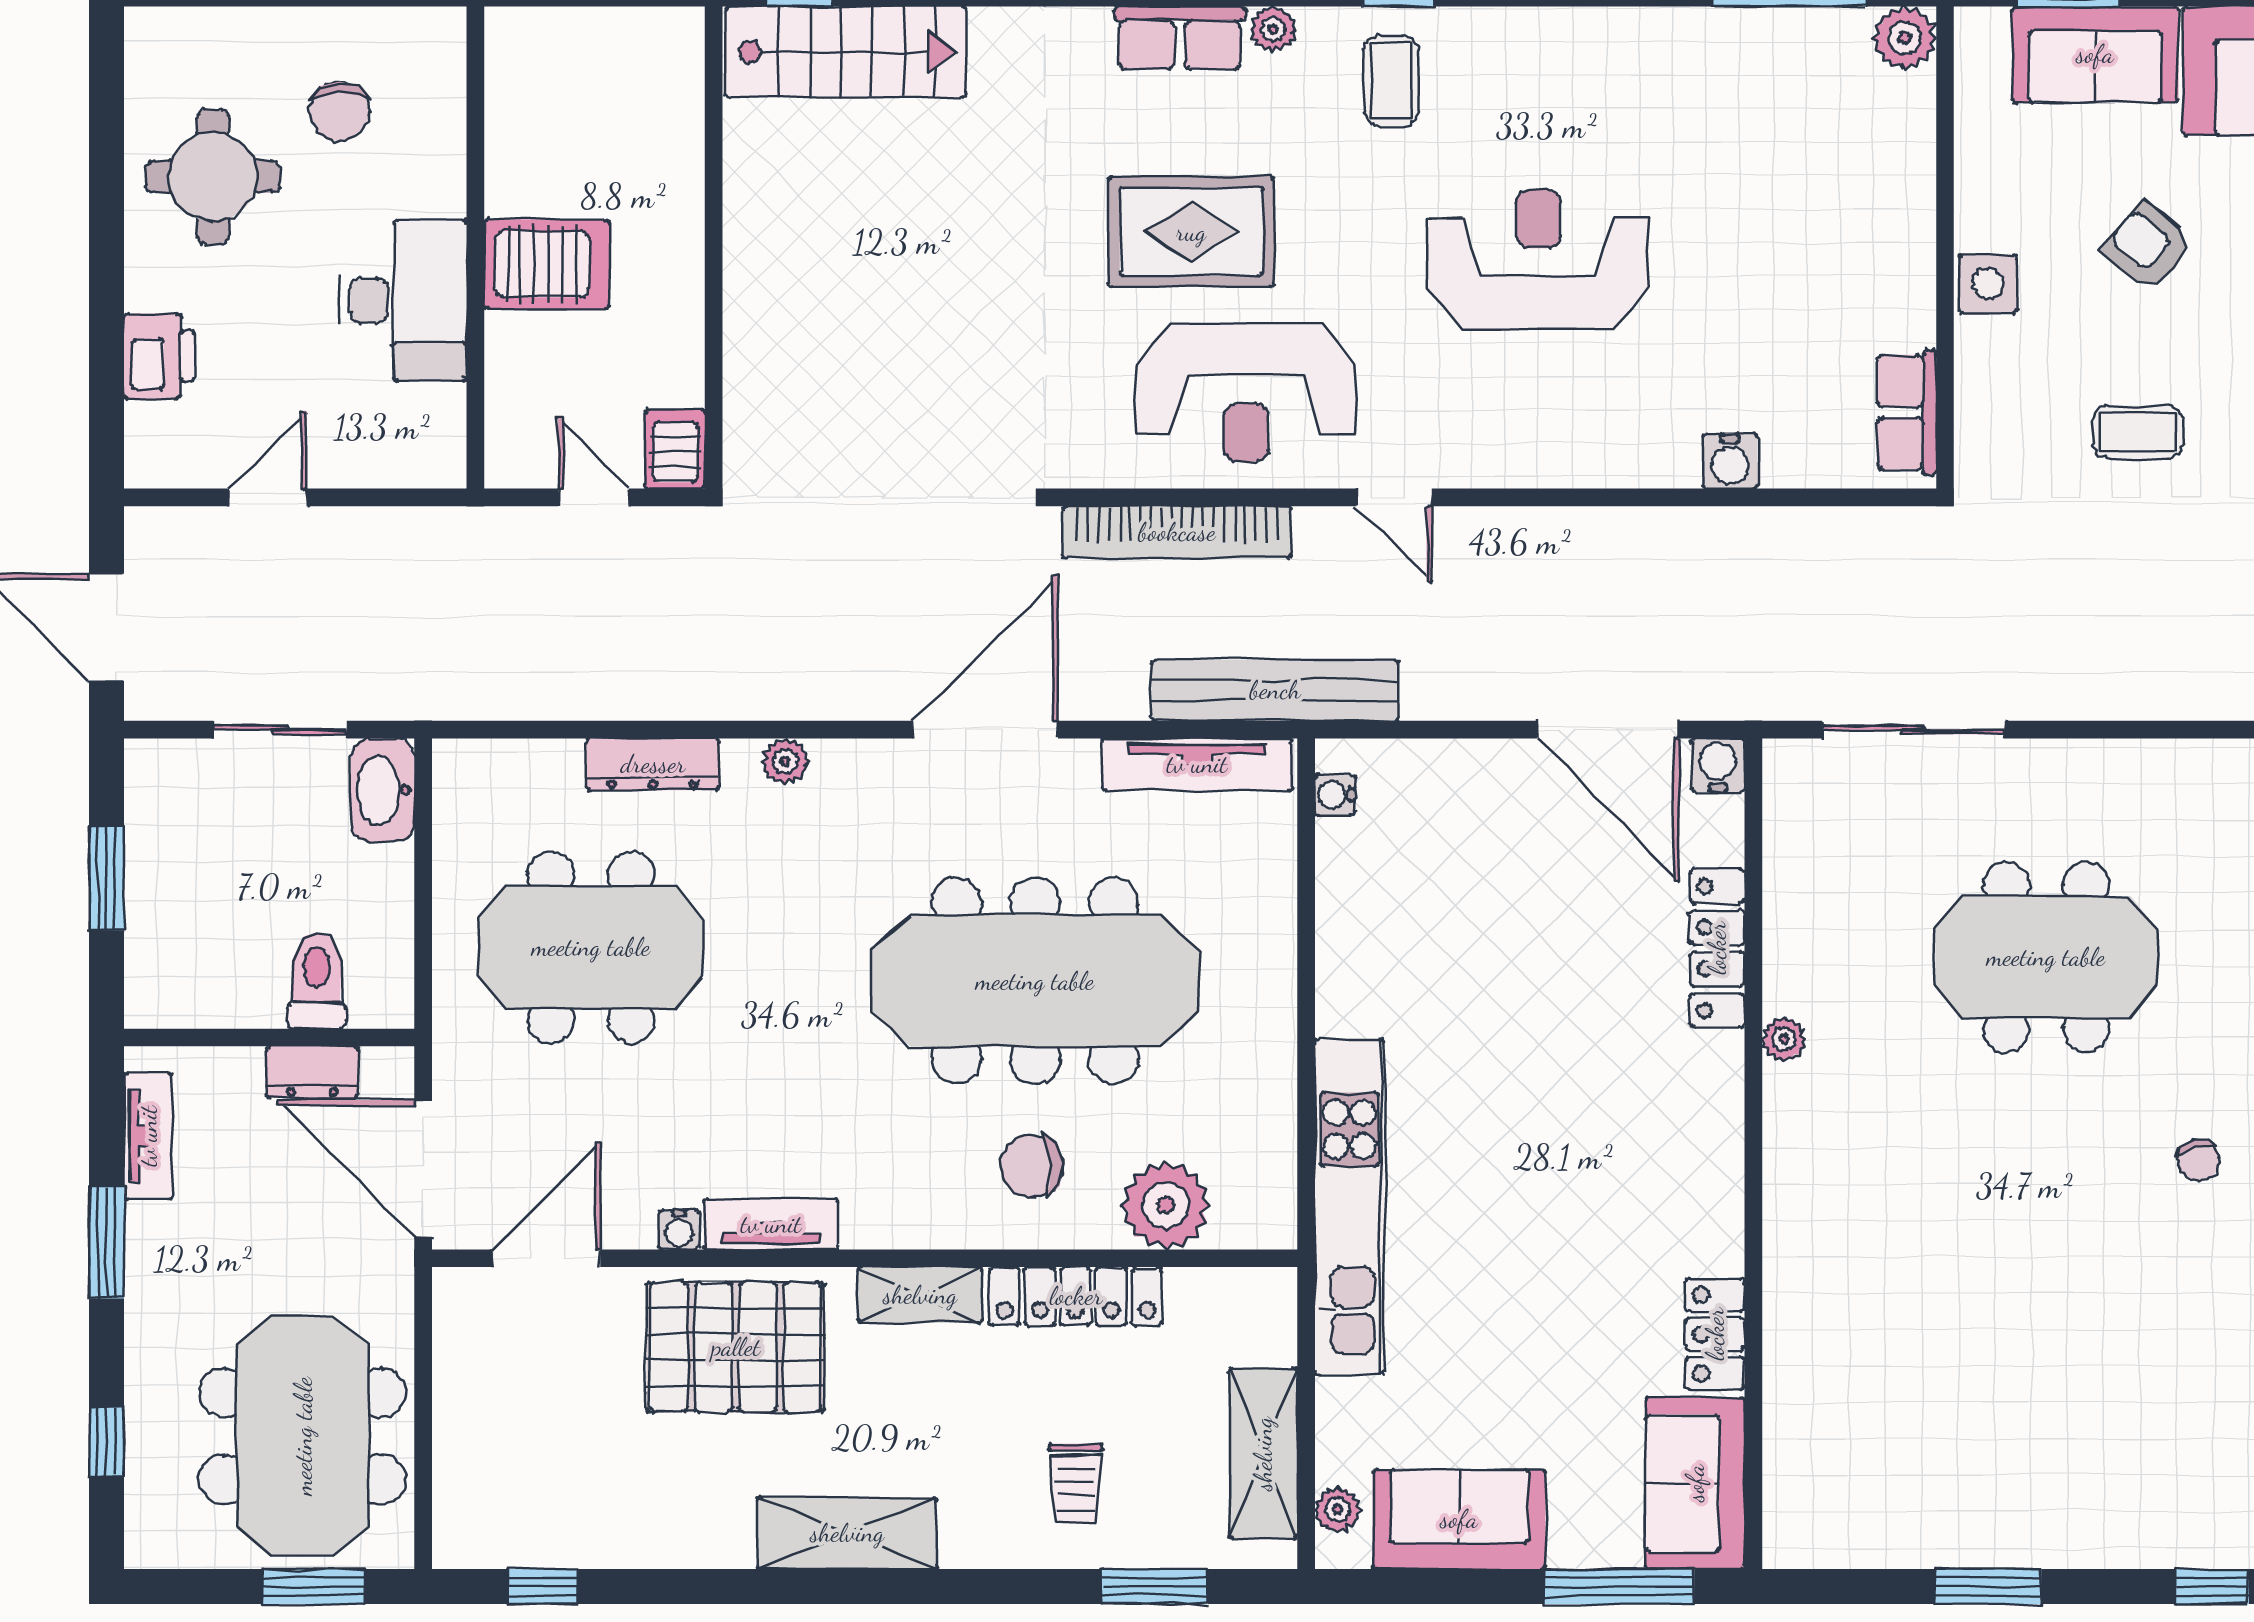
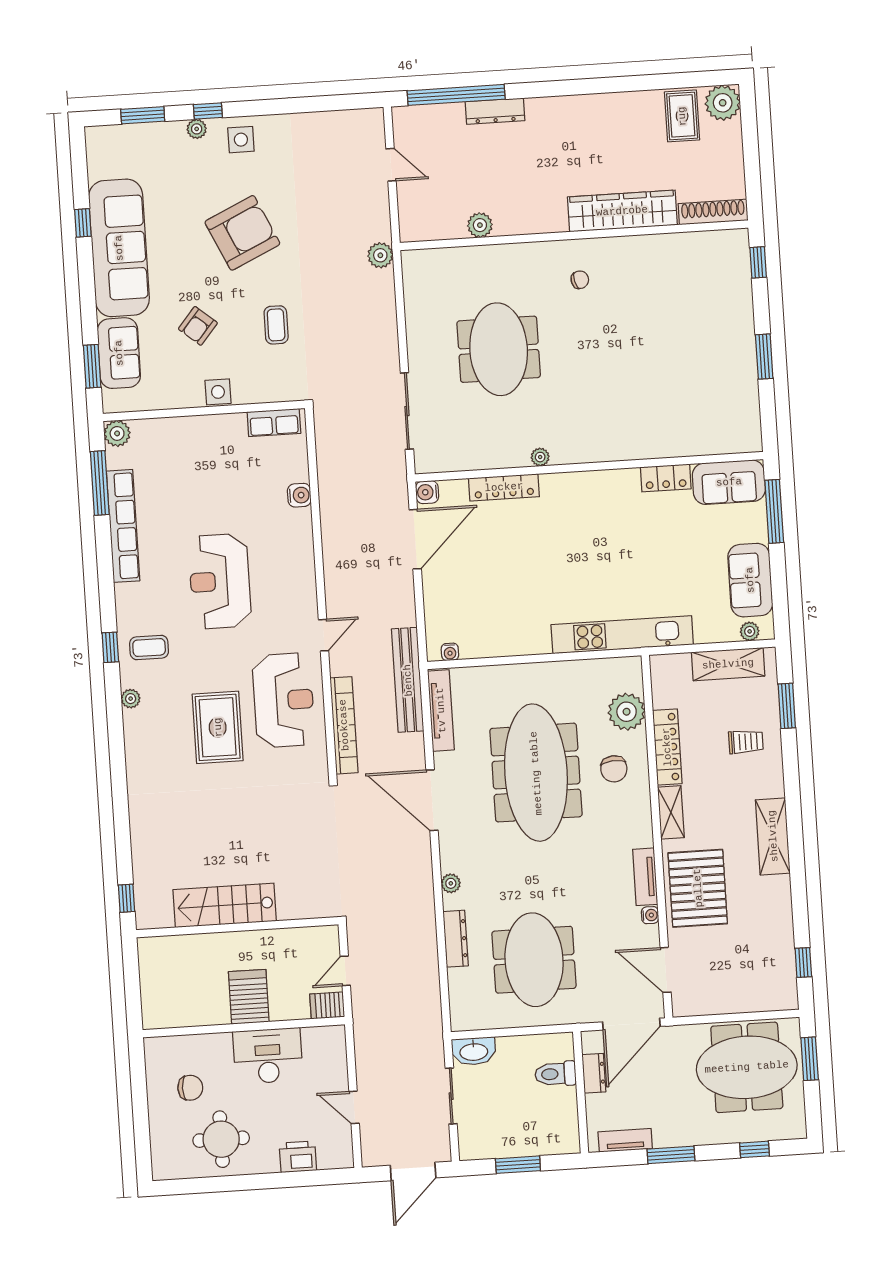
row of seats: (1180, 38) -> (123, 526), moved, width x2.02
stairs: (846, 52) -> (225, 905), moved, turned -90
server rack: (675, 449) -> (327, 1005), moved

